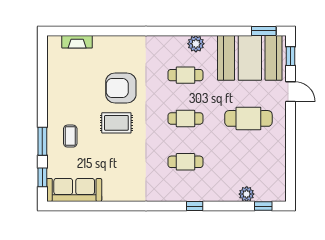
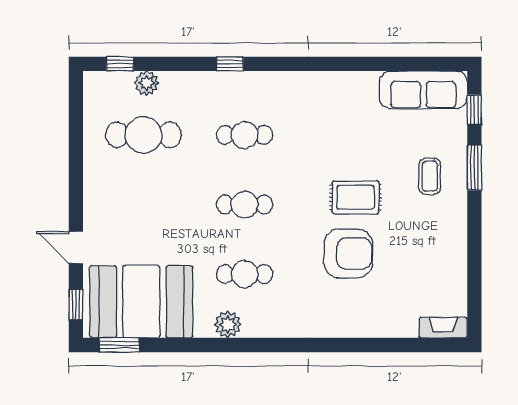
fireplace: (77, 42) -> (443, 328), moved
cafe table: (248, 118) -> (143, 135), moved

